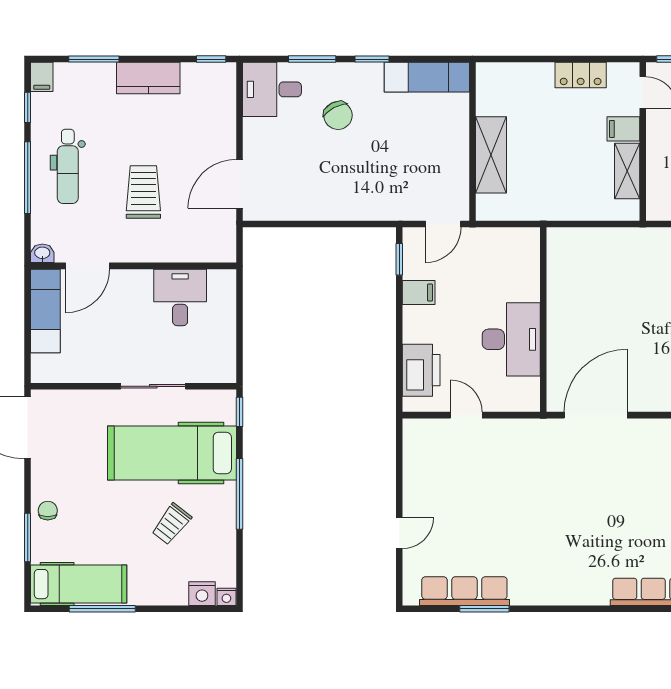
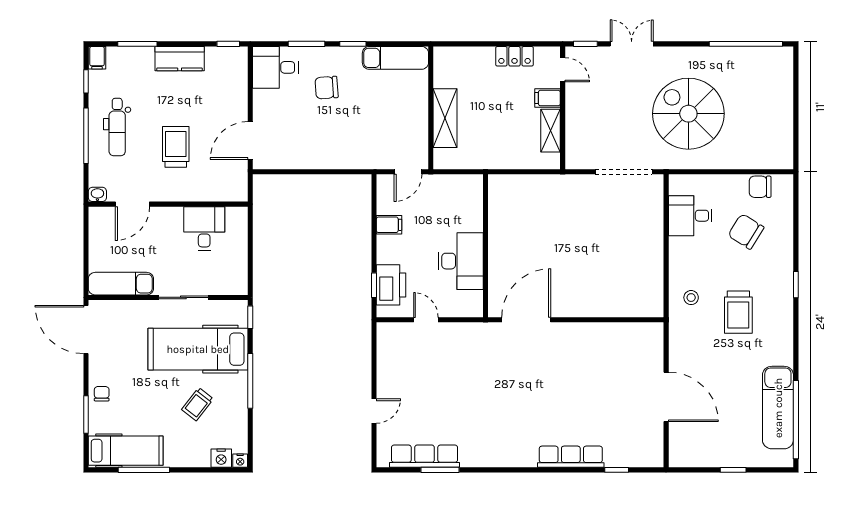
chair: (338, 115) -> (327, 88), turned 114
window: (399, 259) -> (374, 285), moved
exam couch: (45, 311) -> (121, 284), moved, turned -90

